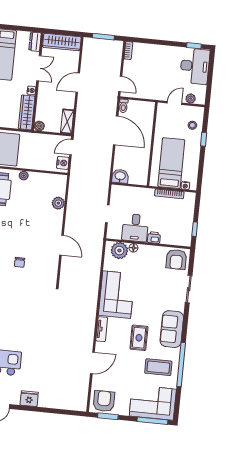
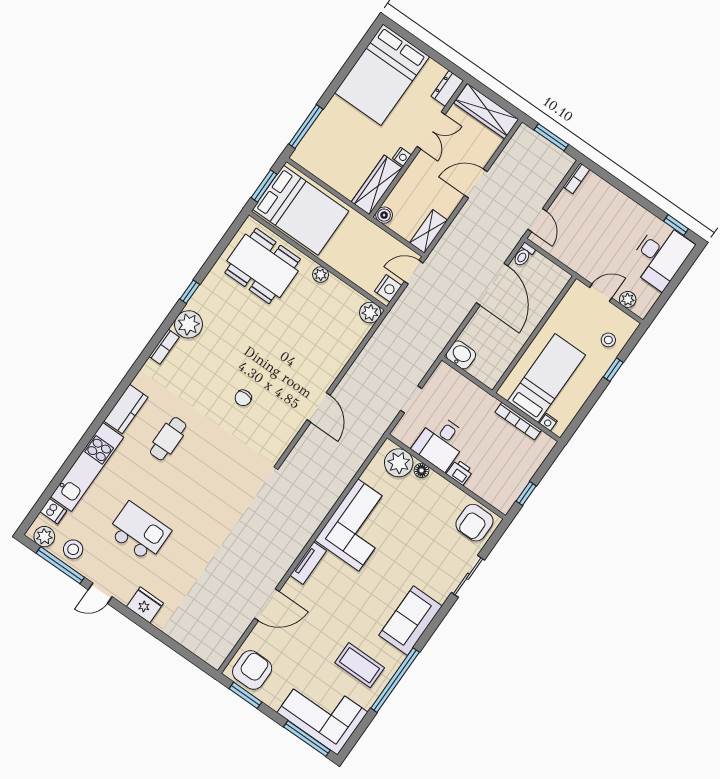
plant: (58, 203) -> (370, 313), moved
rug: (139, 338) -> (355, 606), removed

